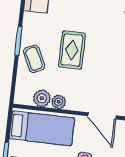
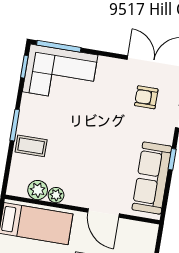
rug: (72, 50) -> (74, 138), removed
coffee table: (34, 59) -> (31, 146), turned -64

